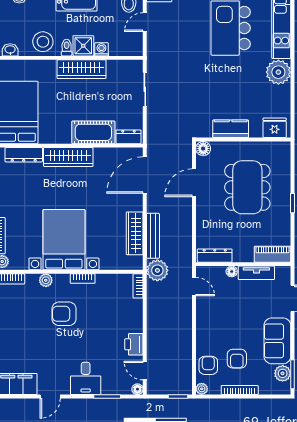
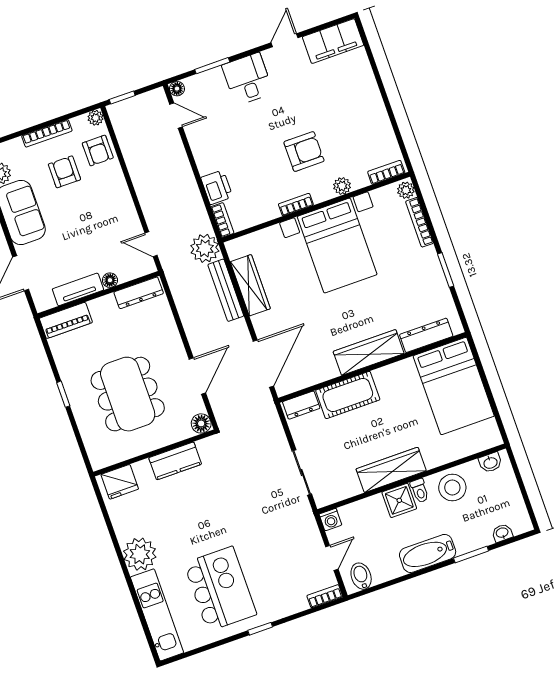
washing machine: (101, 49) -> (330, 520), moved
printer: (134, 344) -> (217, 187), moved

